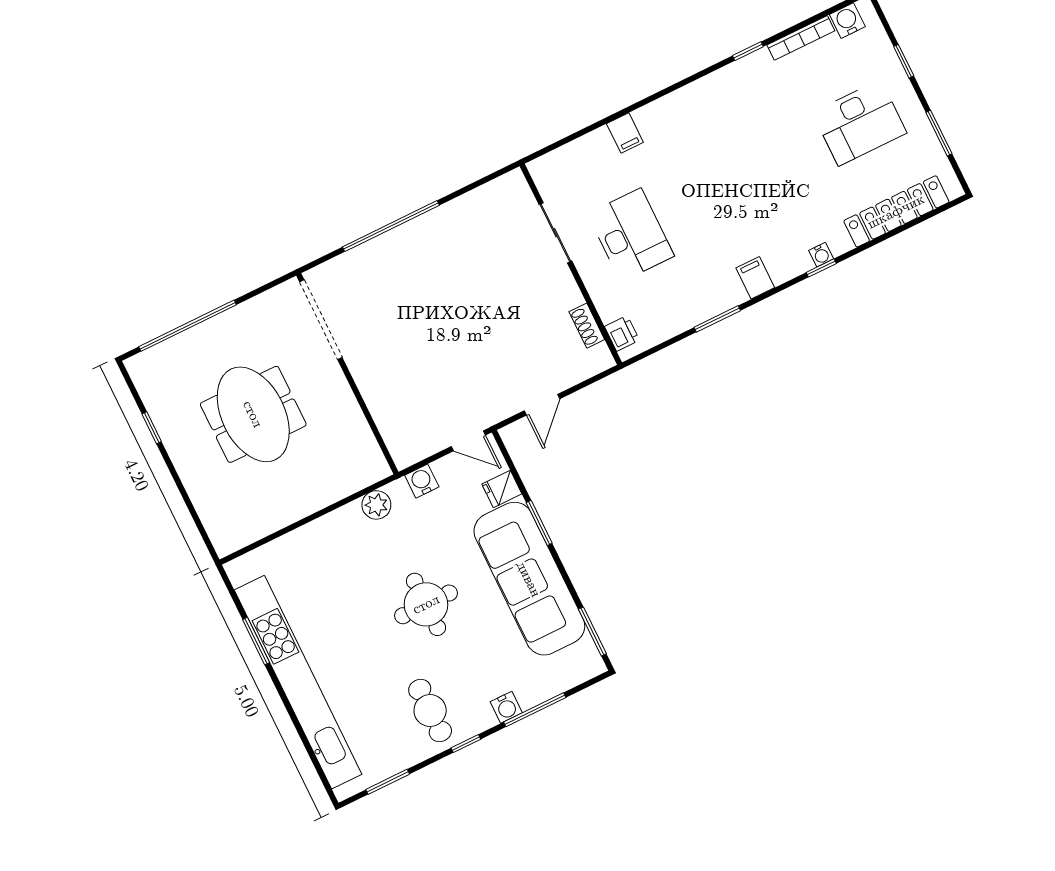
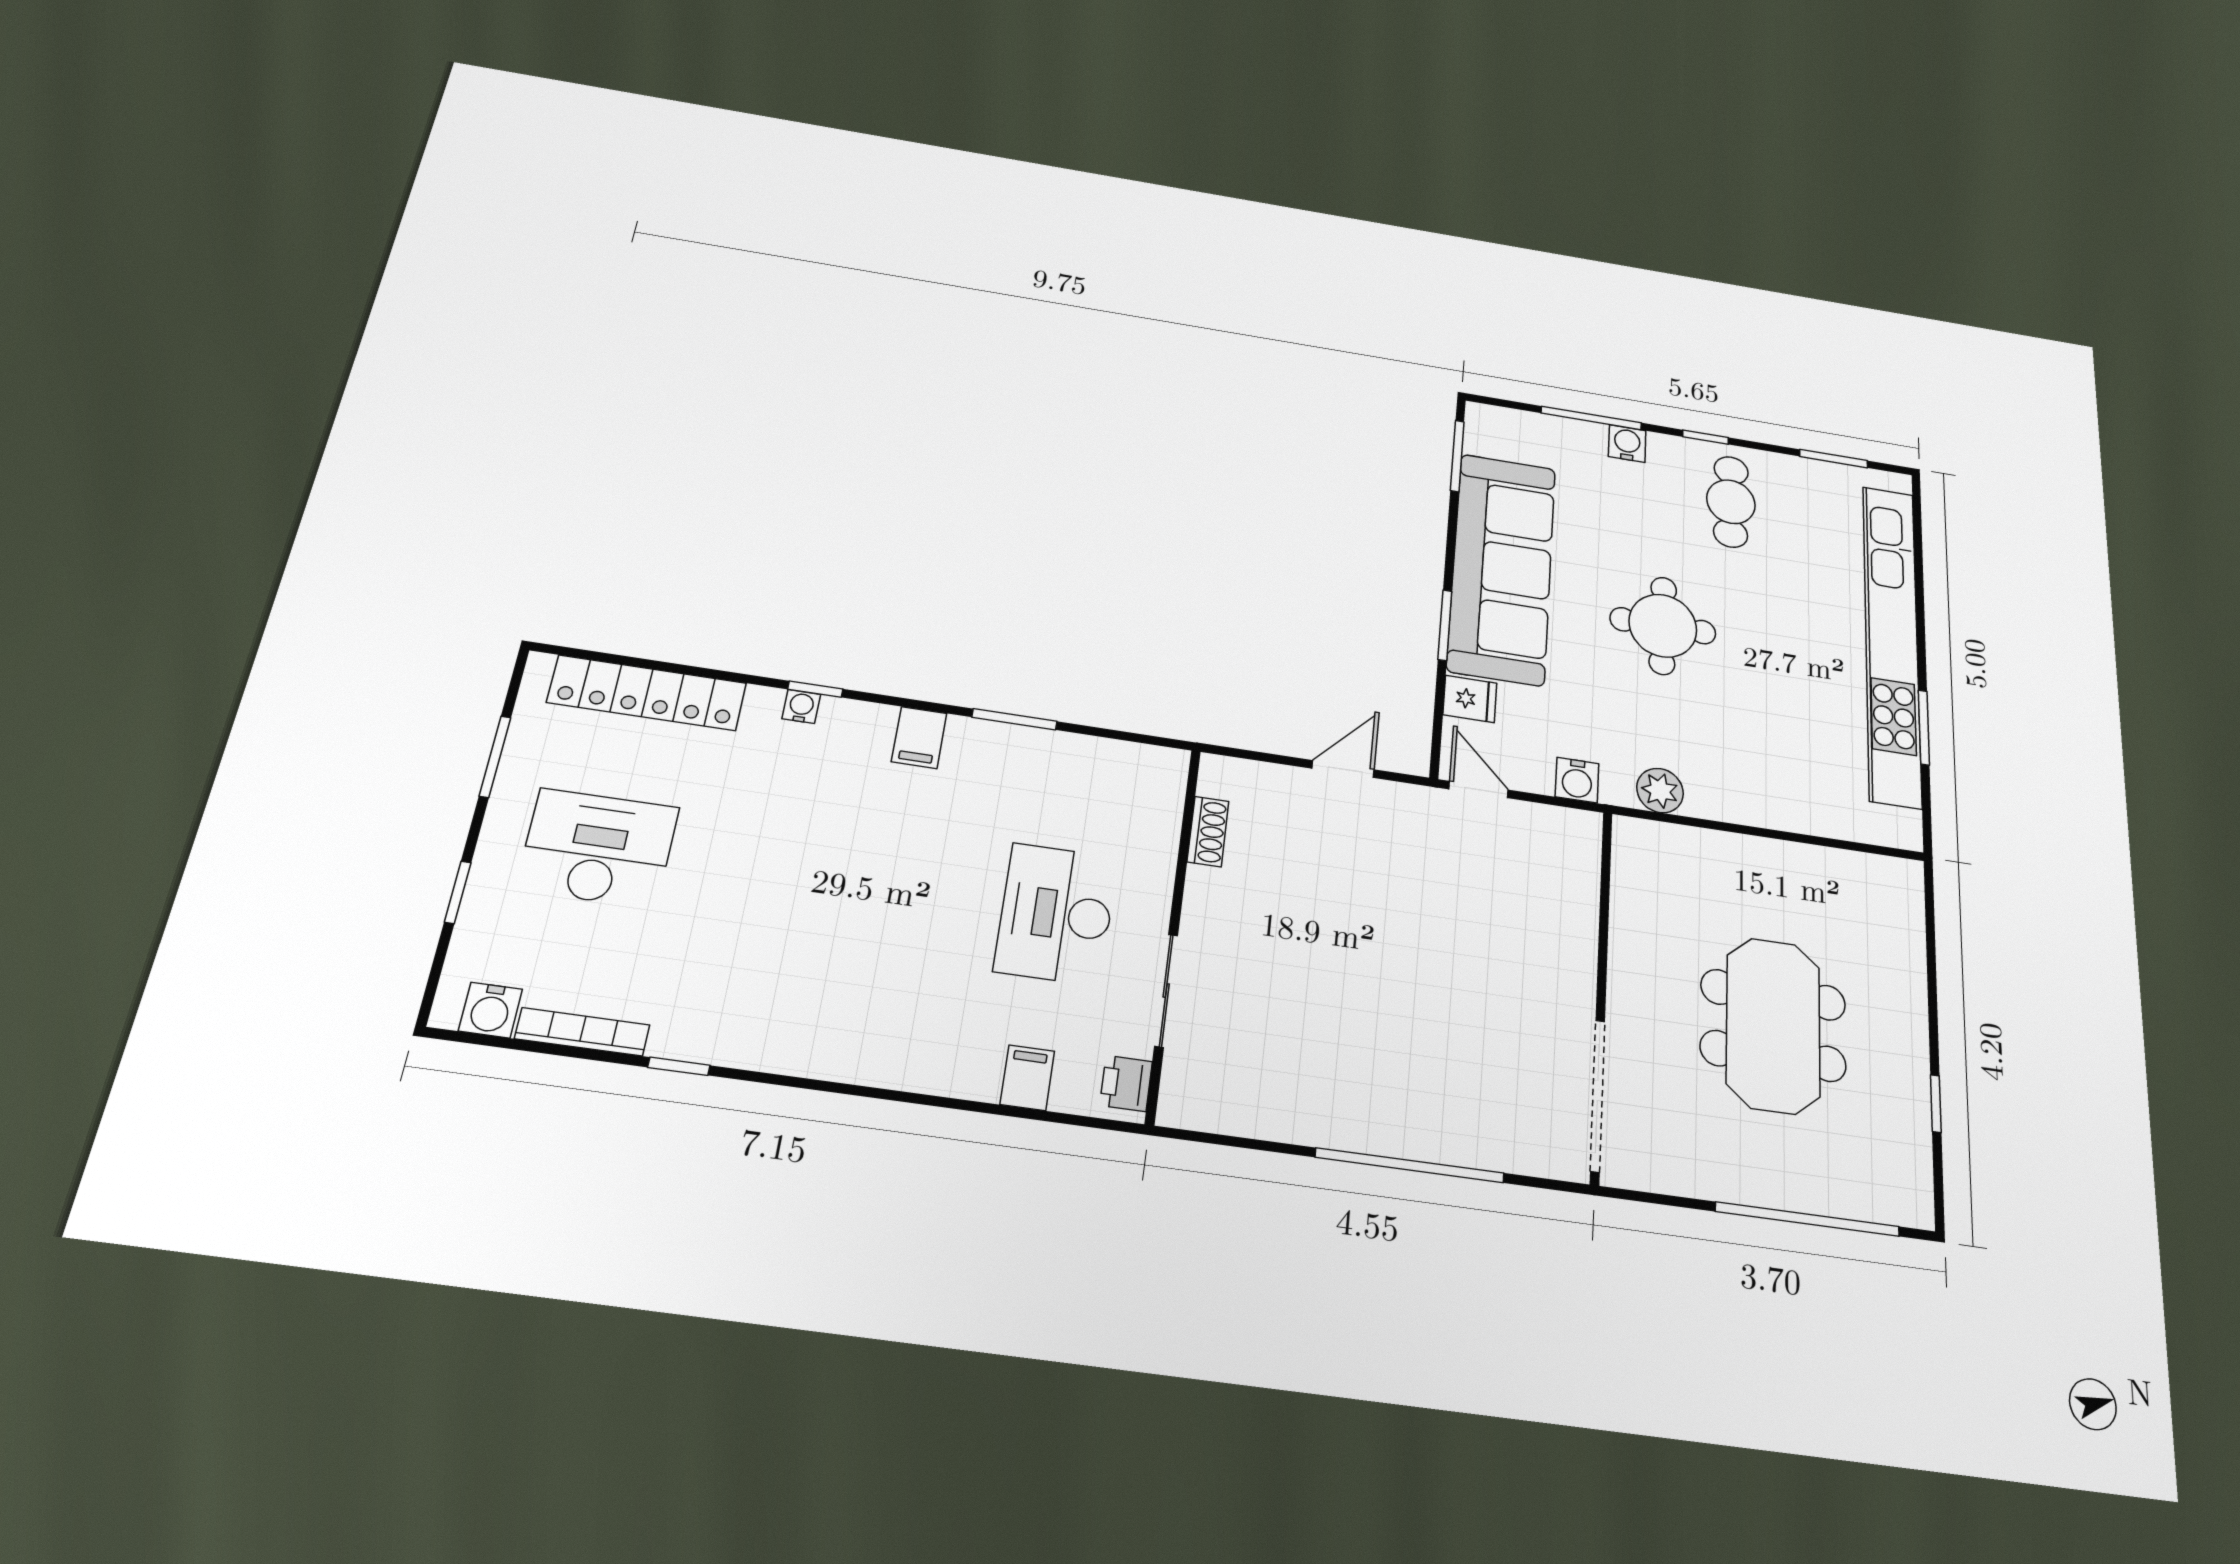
filing cabinet: (625, 133) -> (1027, 1078), moved
printer: (622, 333) -> (1126, 1083), moved

